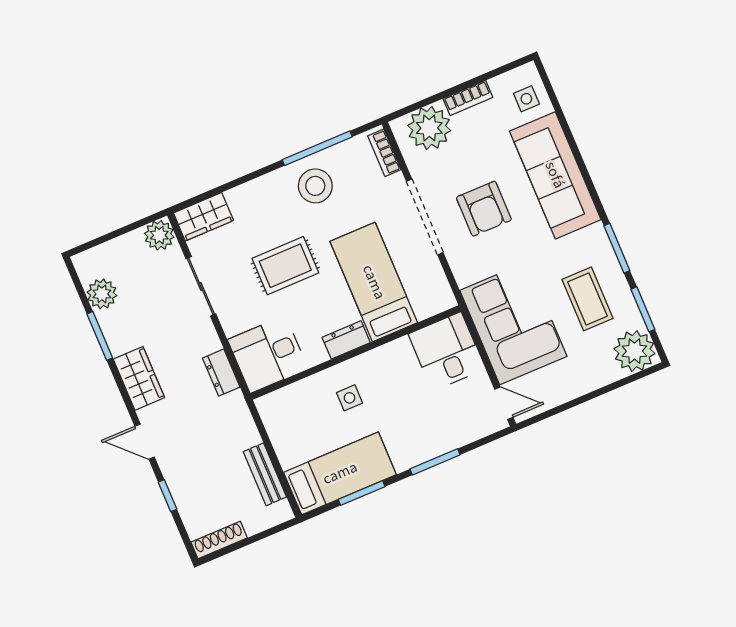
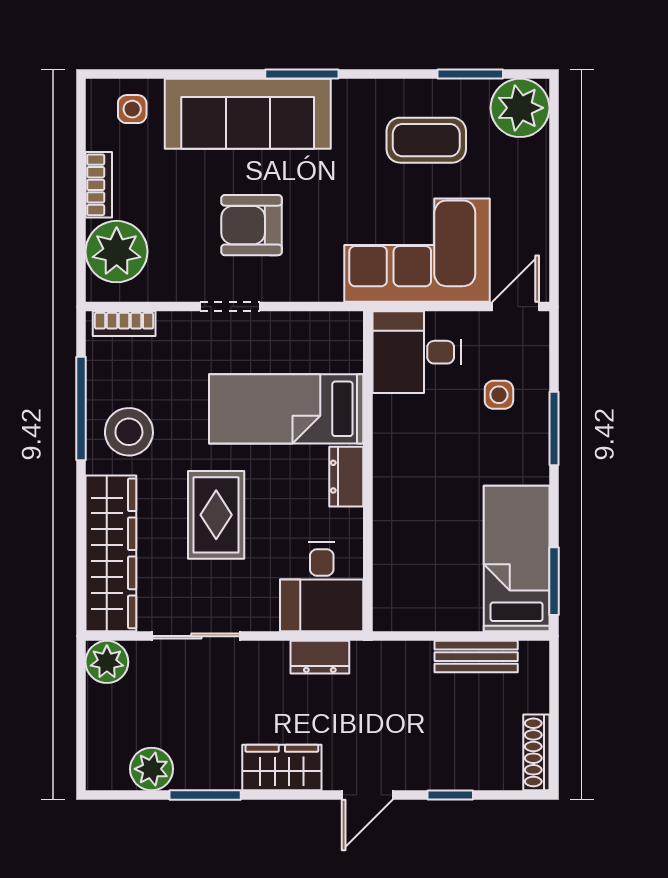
armchair: (484, 209) -> (252, 225), turned 180
wardrobe: (203, 217) -> (111, 553), width x2.10, depth x1.17
doorway: (425, 217) -> (230, 307), width x0.53
window: (617, 248) -> (302, 74), moved
side table: (349, 398) -> (499, 395), moved
window: (362, 493) -> (554, 581), moved

